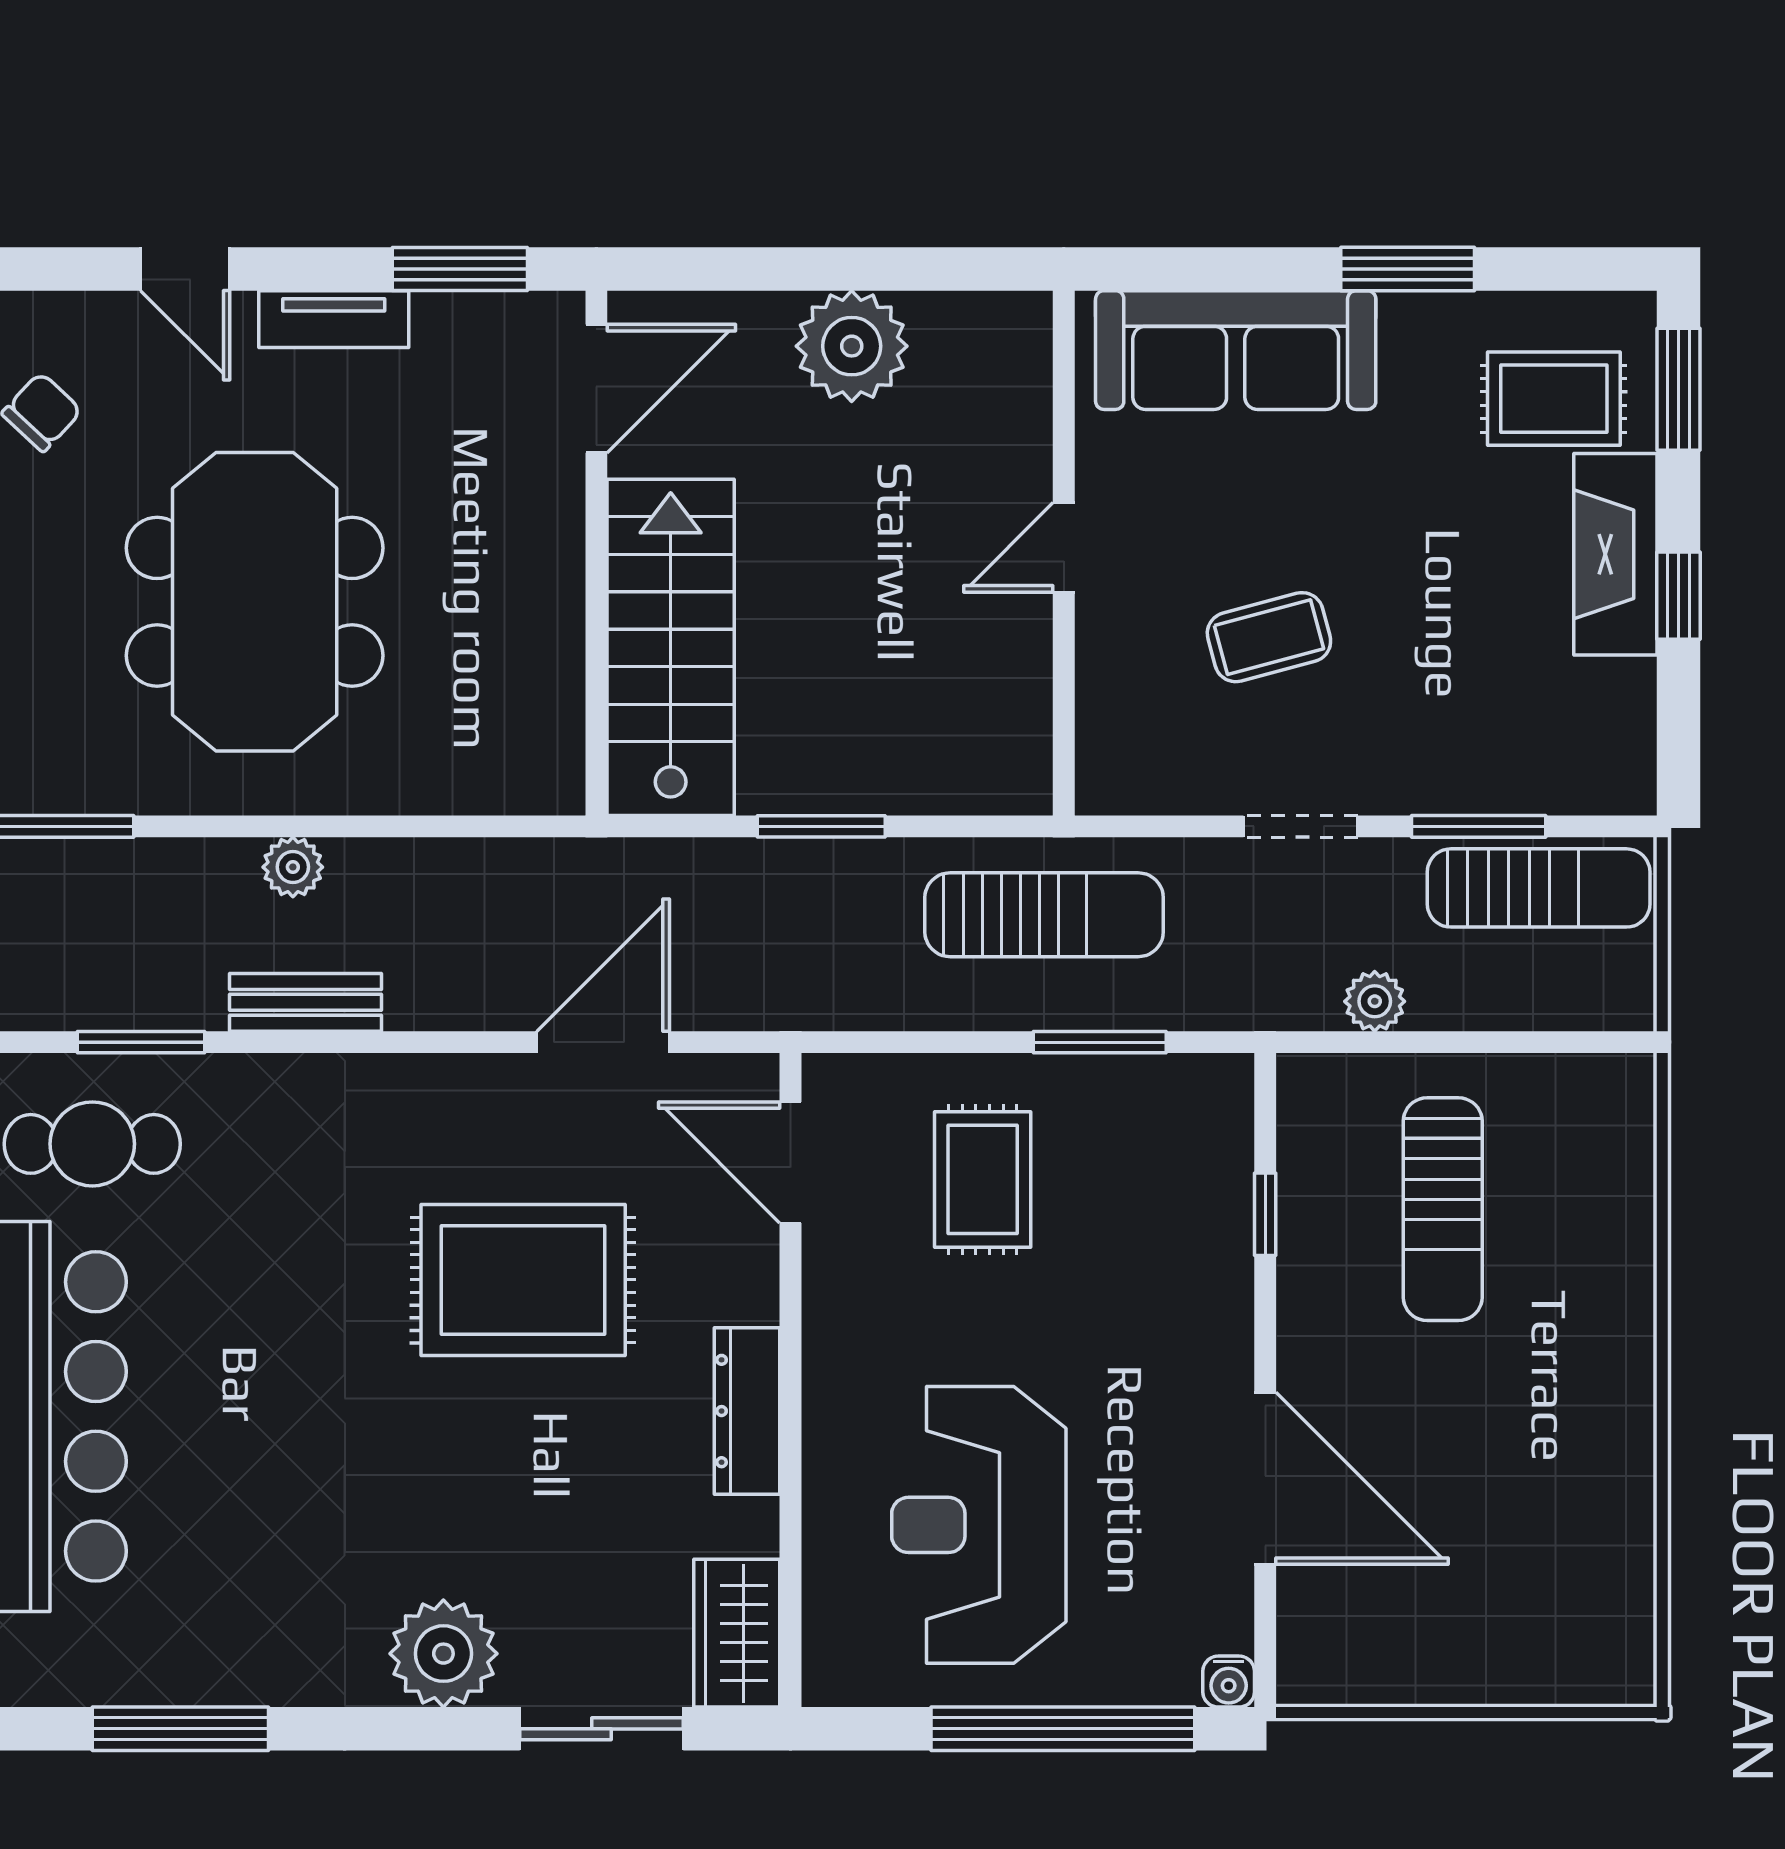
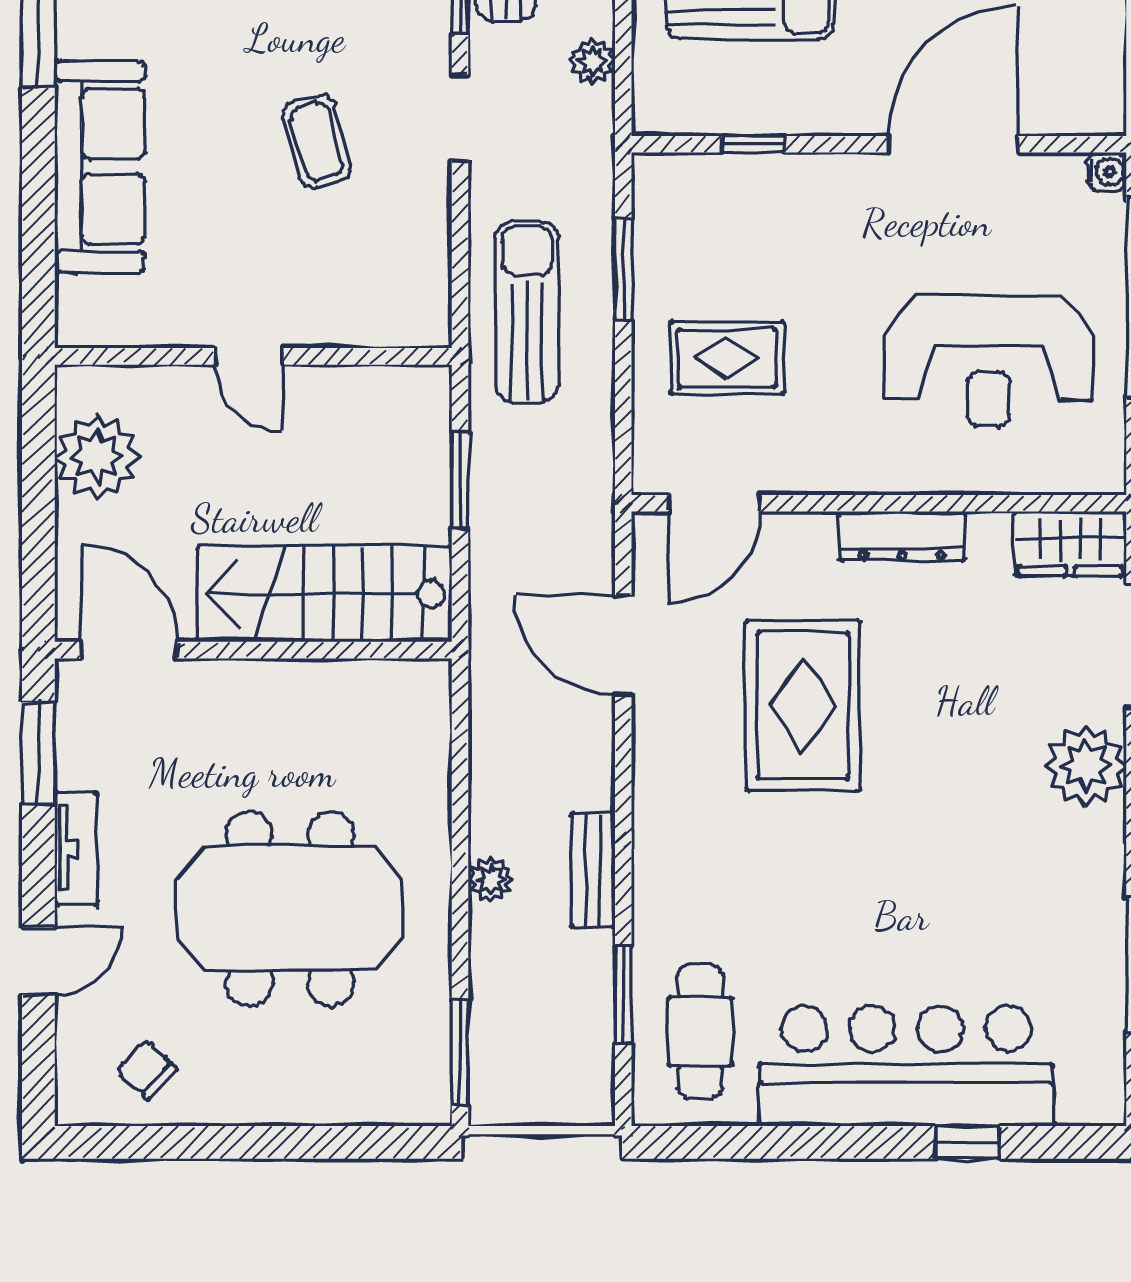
door: (1064, 547) -> (249, 356), moved
wall: (1064, 553) -> (253, 356), moved

